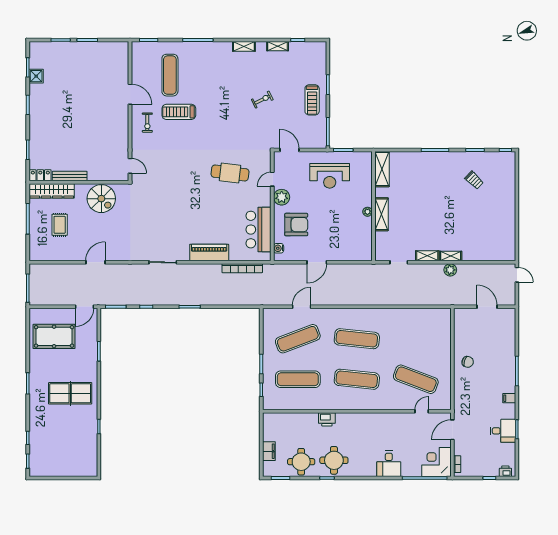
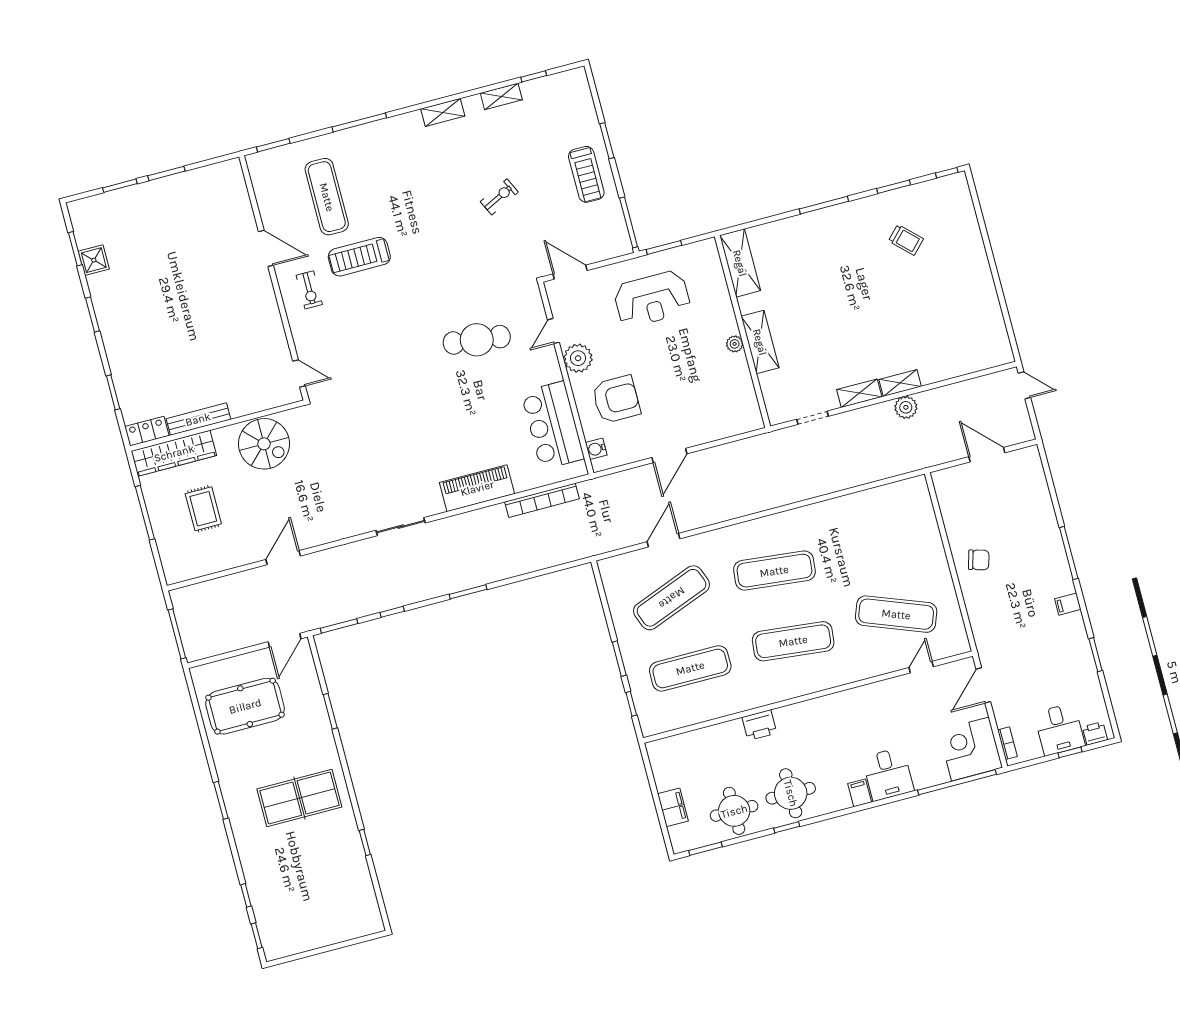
desk: (503, 431) -> (1059, 729), moved, turned 90
filing cabinet: (371, 470) -> (860, 793), added

